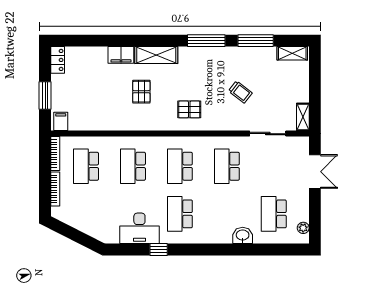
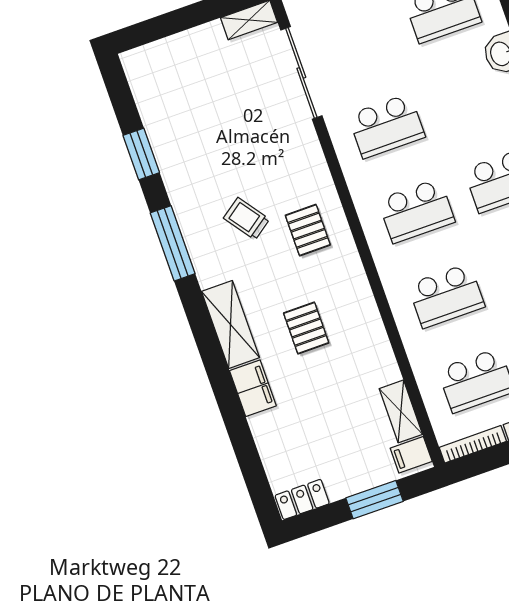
window: (256, 41) -> (141, 154), width x0.69
shelving: (292, 53) -> (401, 411), moved
pallet: (141, 92) -> (306, 328), turned 90
trolley: (240, 92) -> (247, 219), moved, turned -74
sliding door: (268, 134) -> (301, 73), width x1.37

